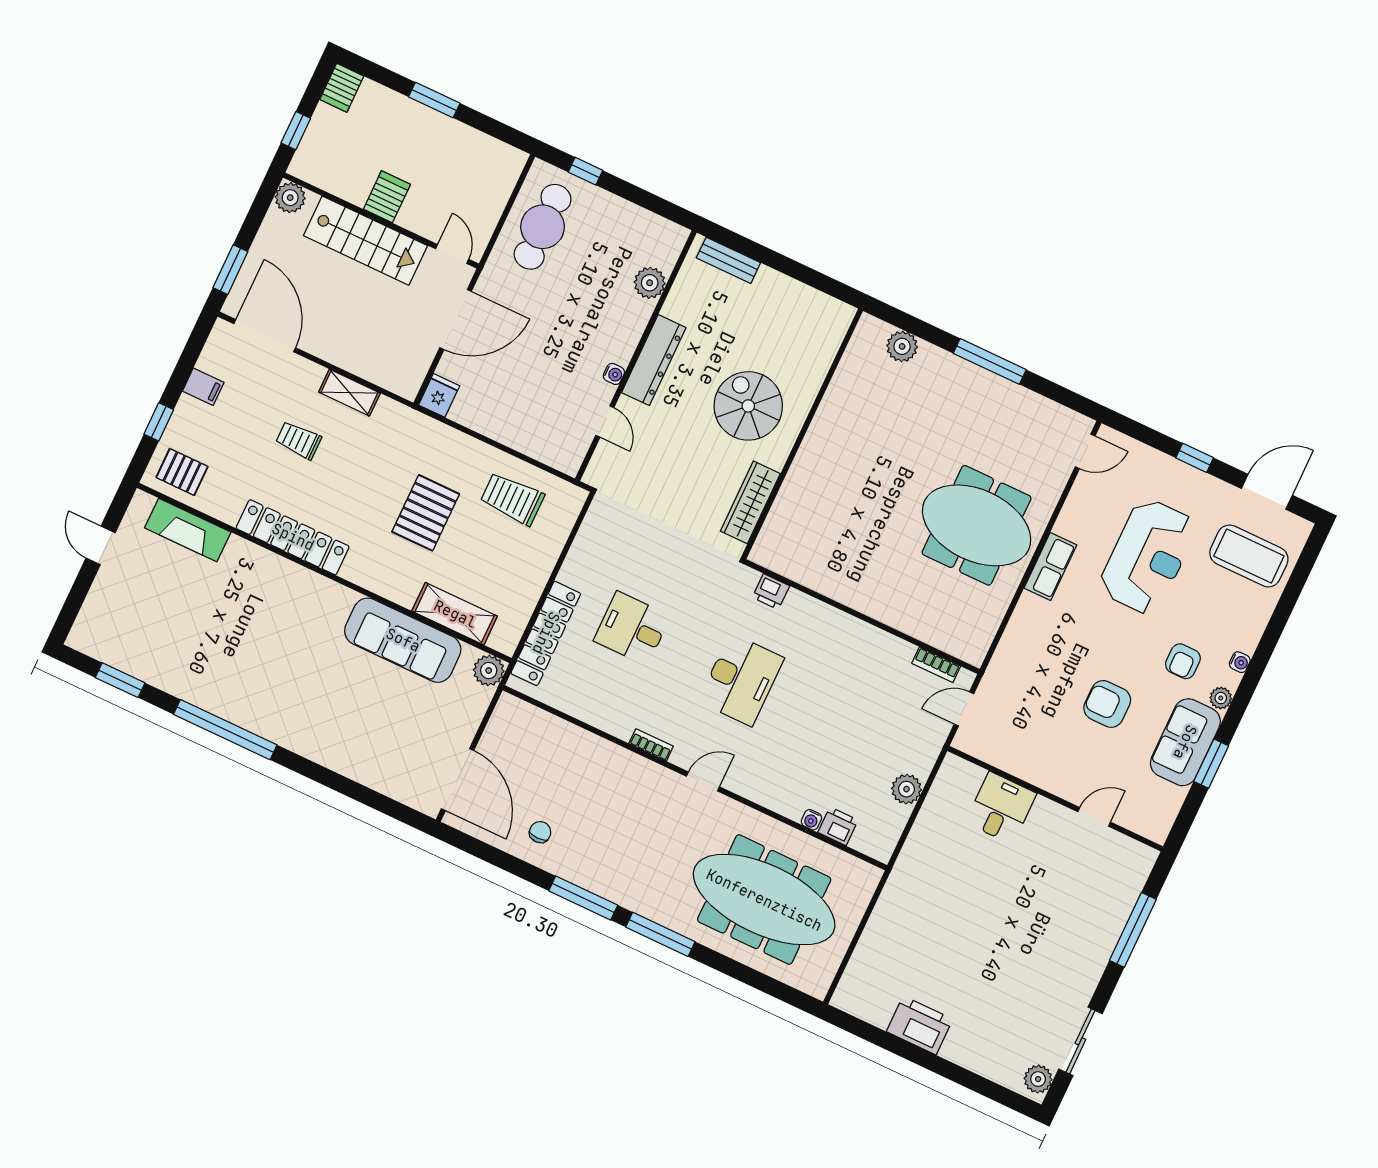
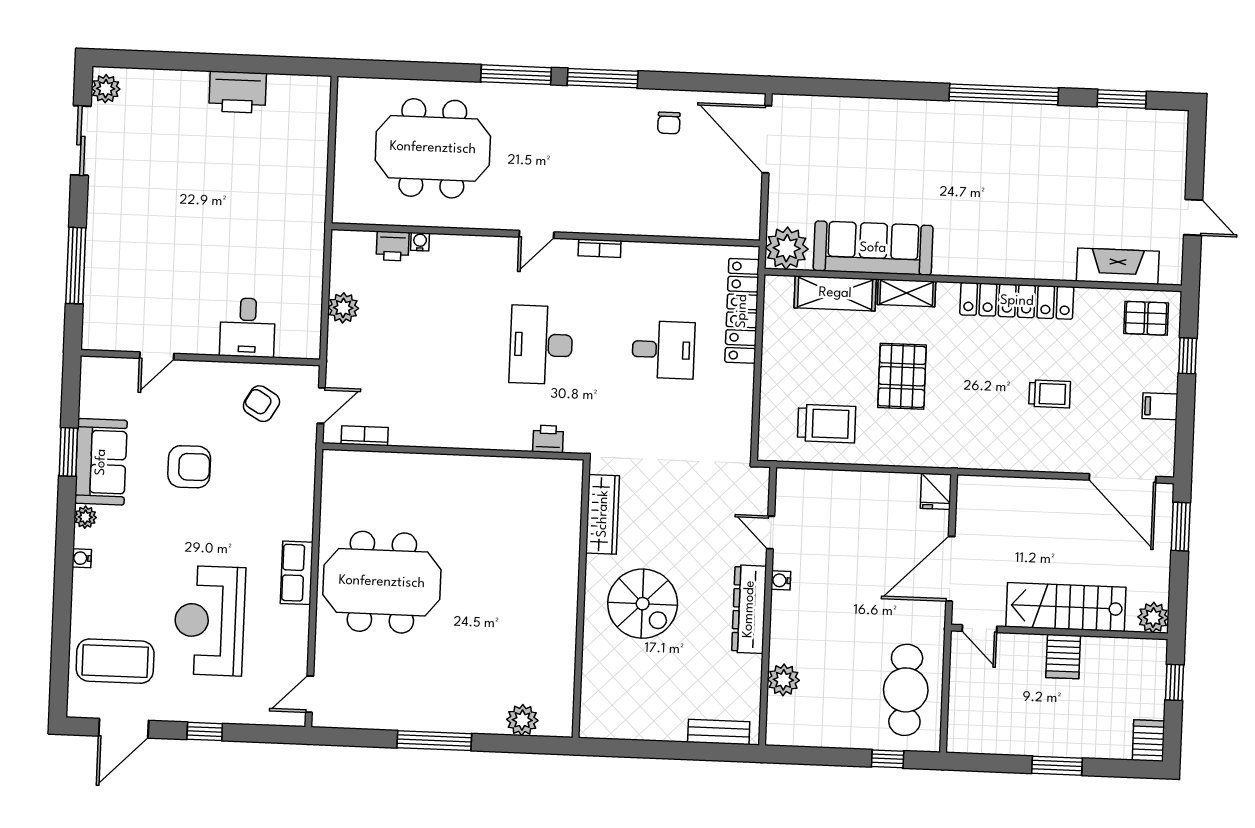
shelving: (349, 393) -> (907, 293), moved
armchair: (1183, 661) -> (261, 404), moved, turned -60
plant: (489, 671) -> (787, 248), width x1.36, depth x1.36
meeting table: (764, 900) -> (433, 148), width x0.73

